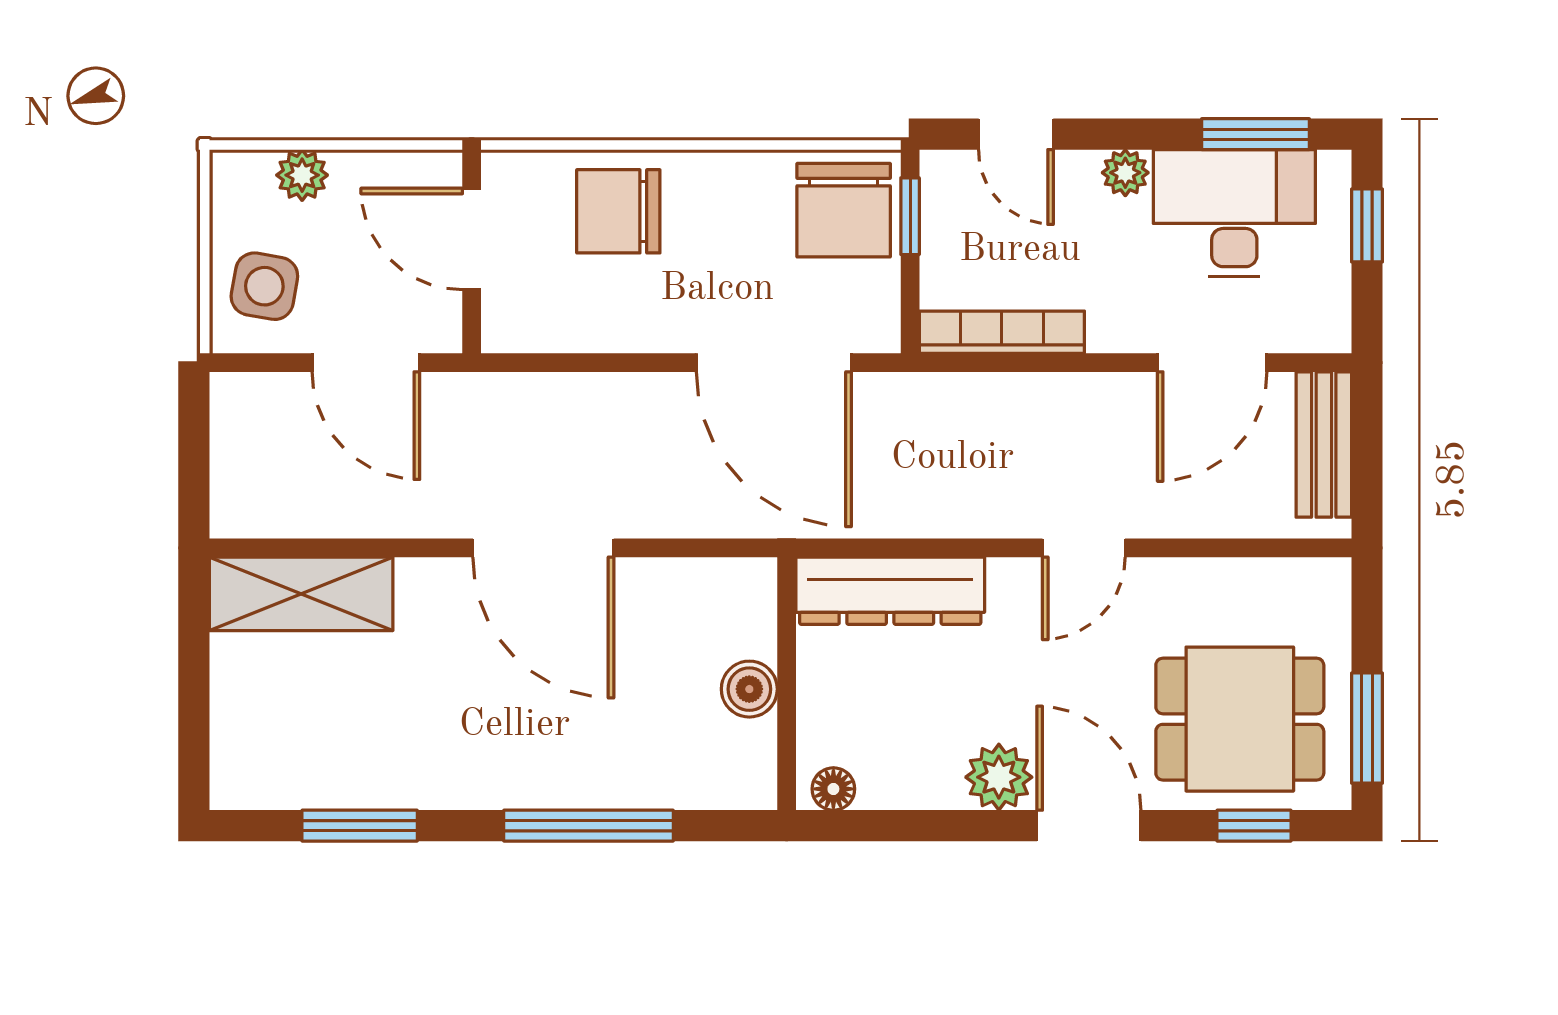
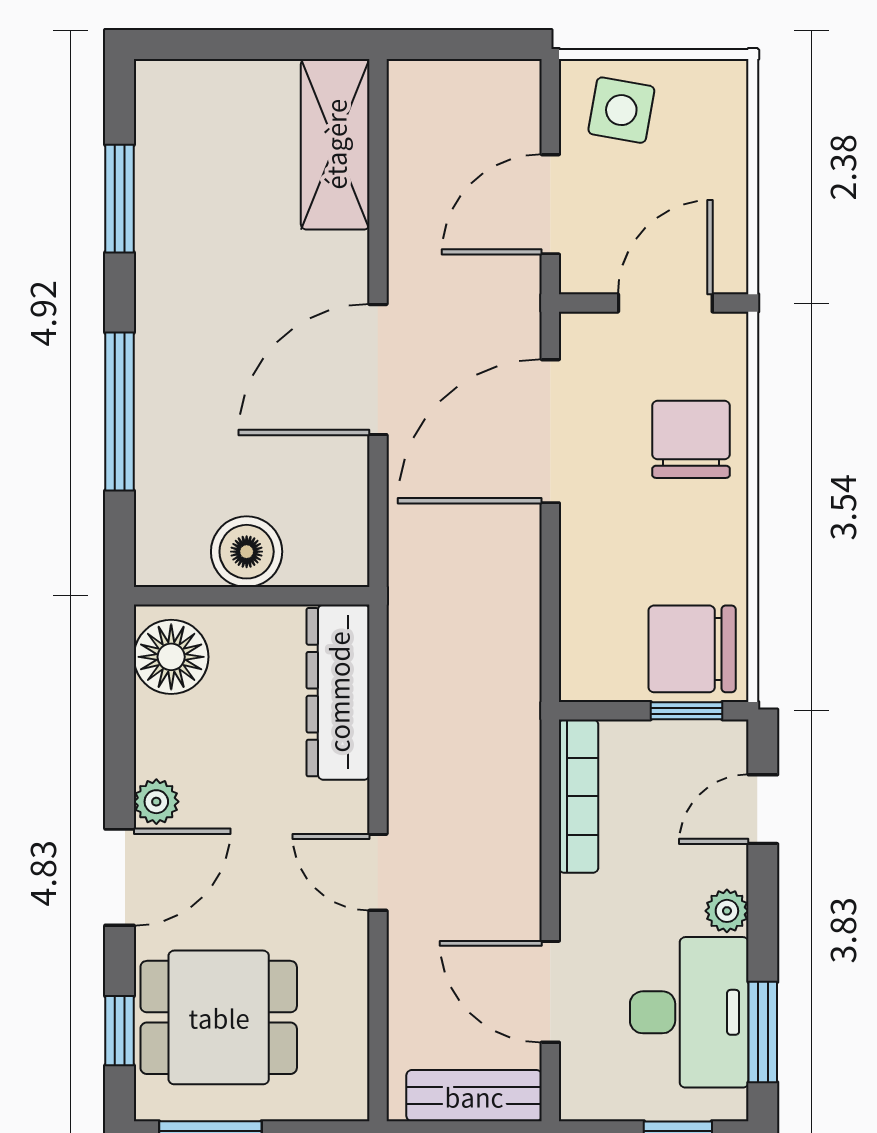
plant: (302, 175) -> (725, 145), removed
door: (774, 363) -> (550, 431), moved
boiler: (749, 689) -> (247, 552), width x1.36, depth x1.36
dining table: (1240, 719) -> (219, 1017), turned 90
plant: (999, 777) -> (156, 802), width x0.73, depth x0.73
floor lamp: (833, 789) -> (171, 657), width x1.89, depth x1.89

